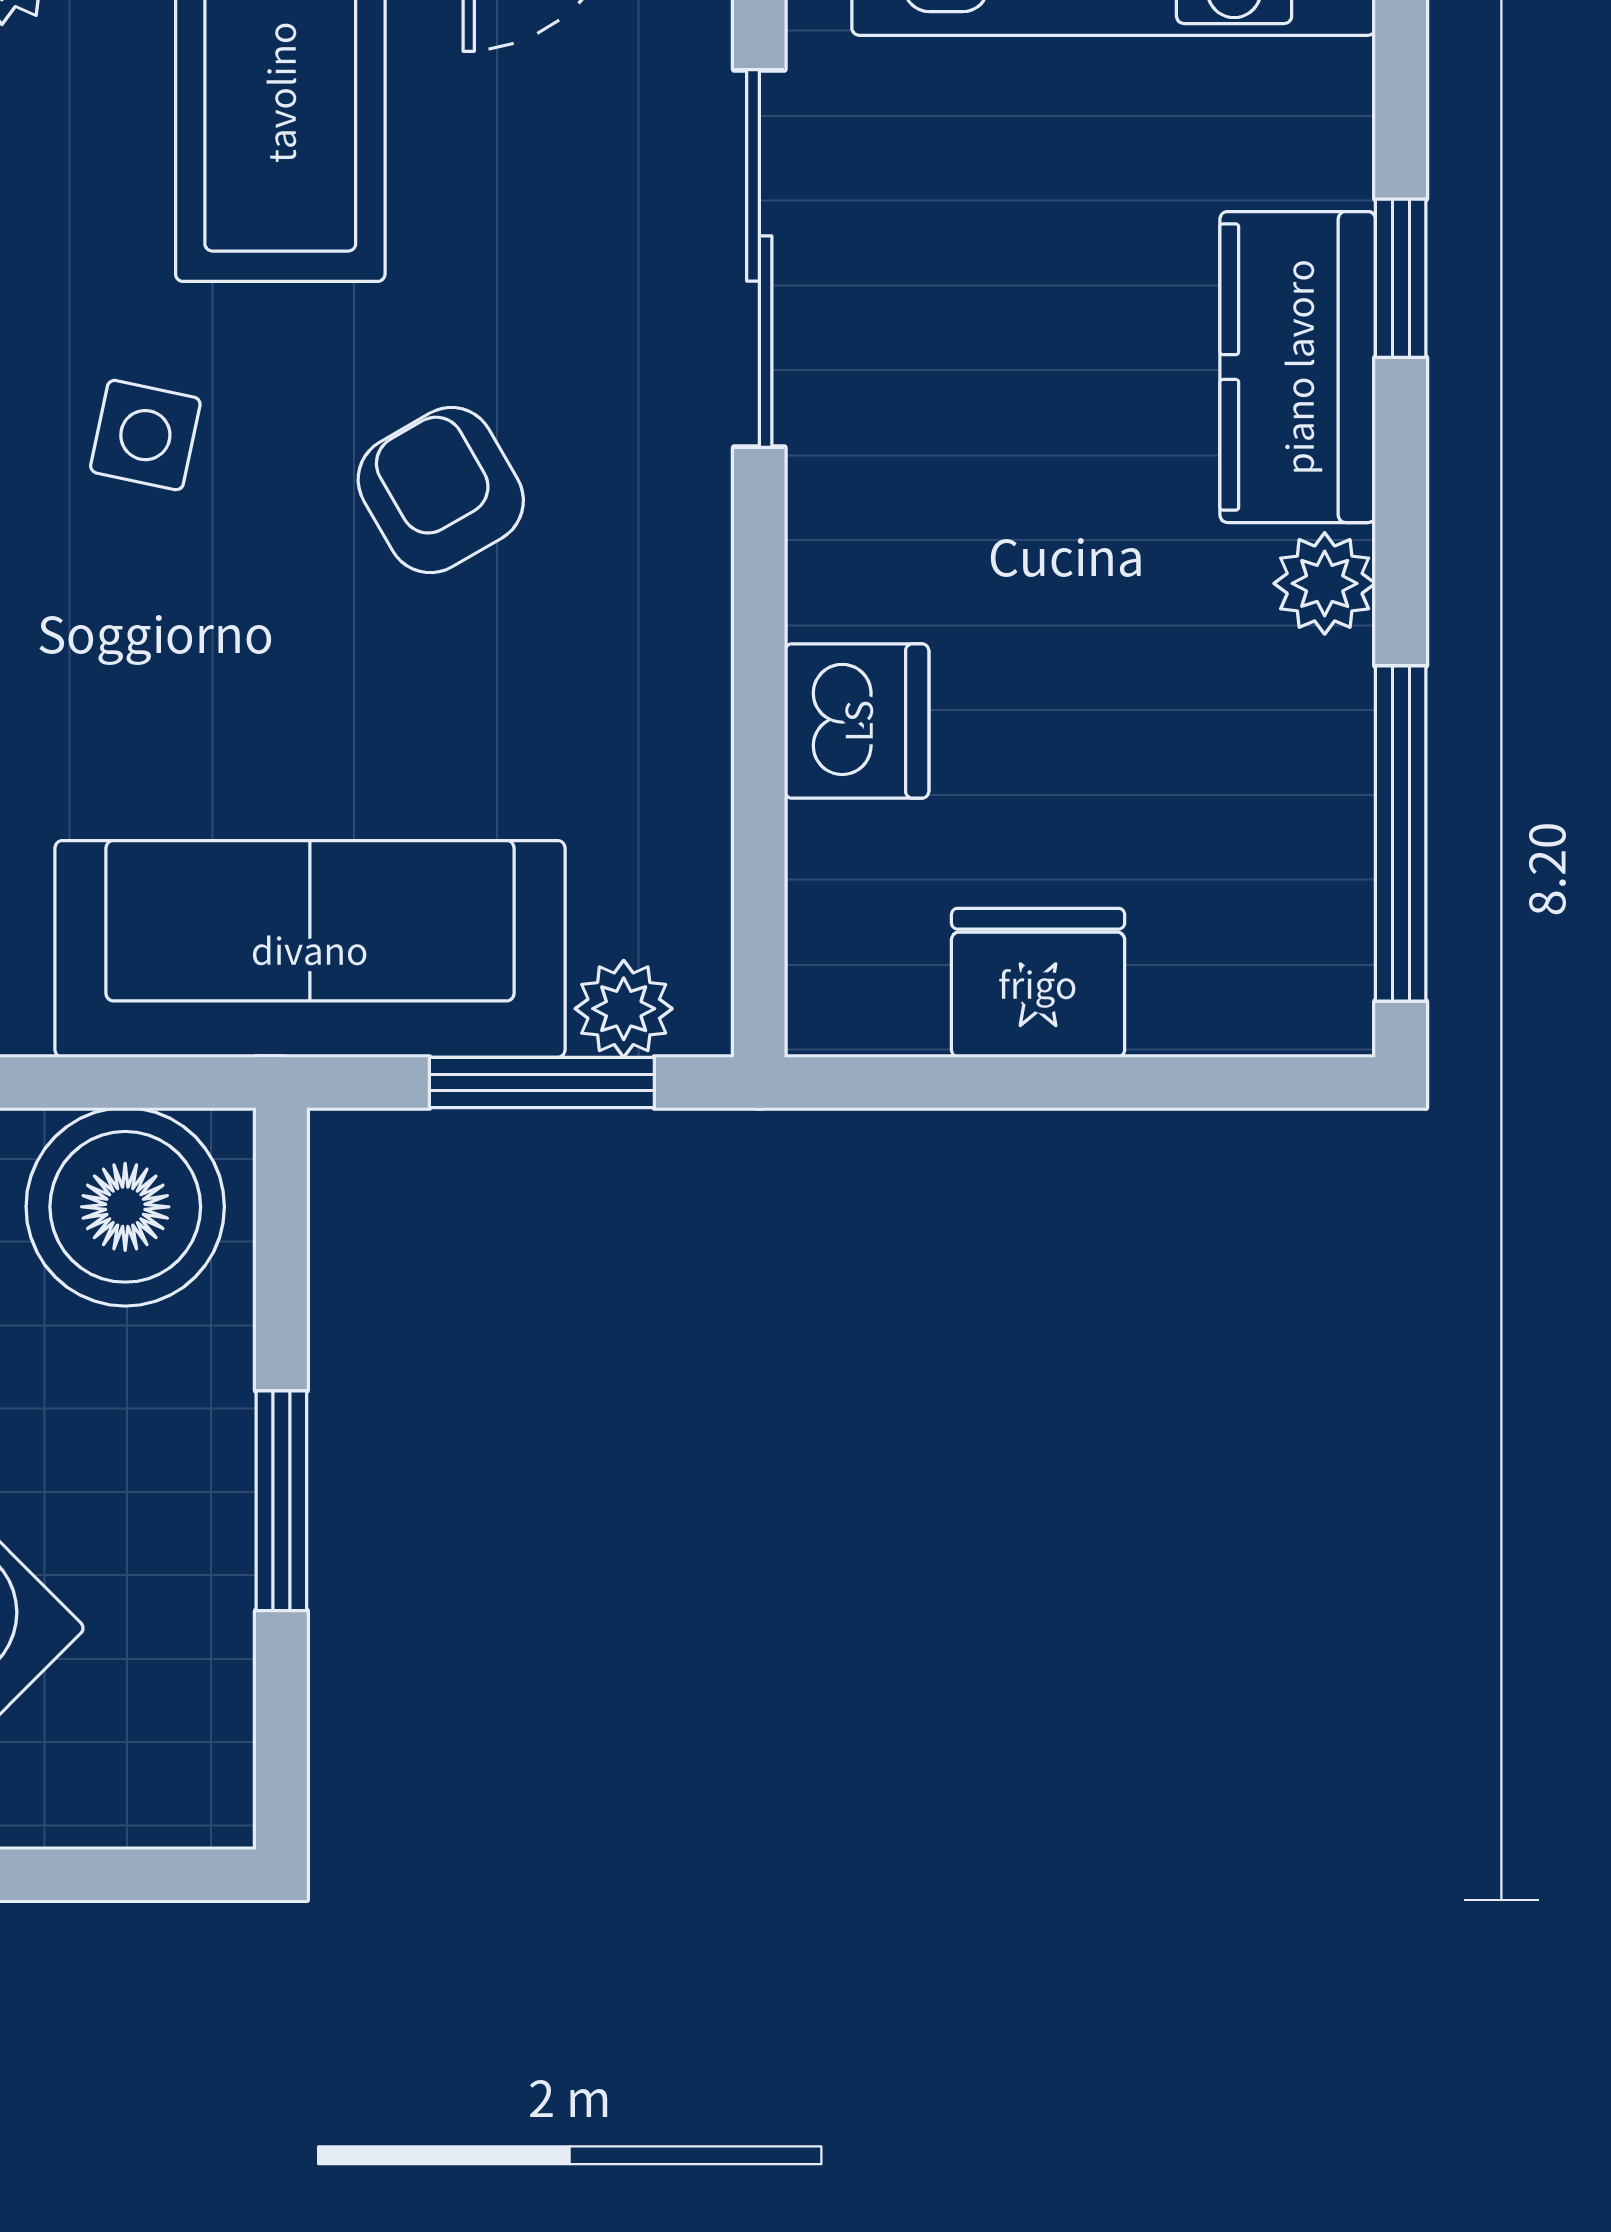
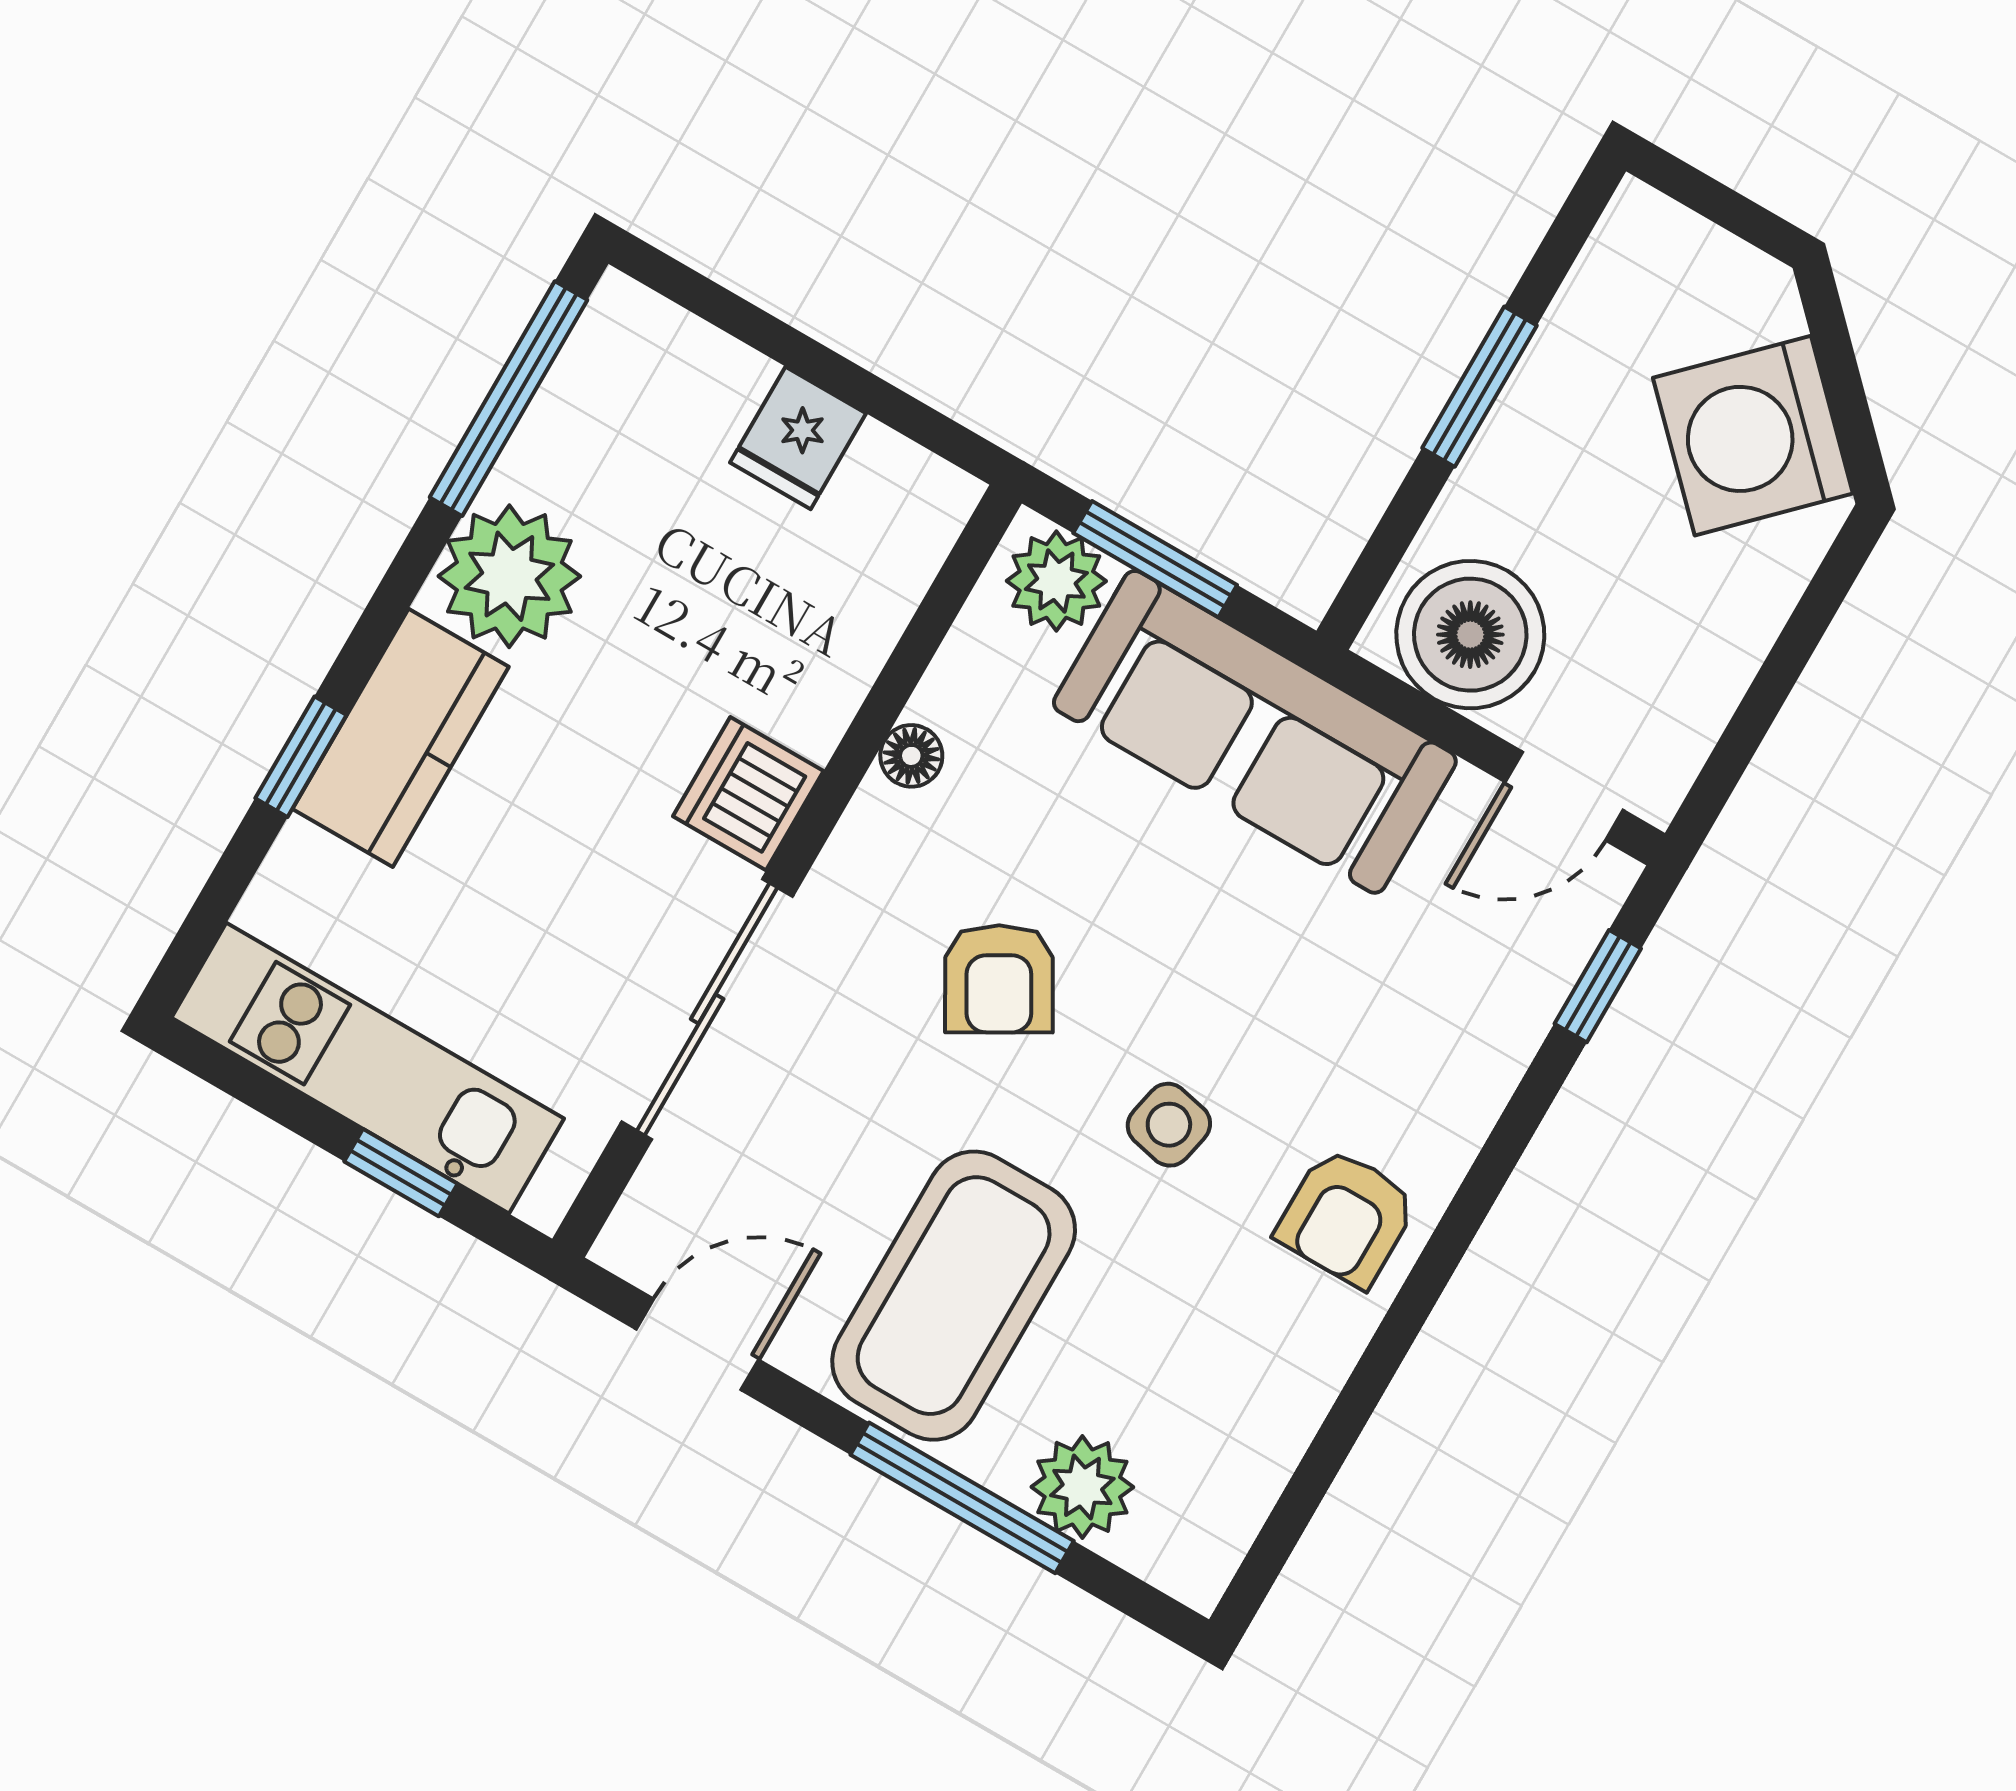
plant: (1325, 583) -> (509, 576), width x1.88, depth x1.88
floor lamp: (693, 690) -> (911, 756), added
dishwasher: (857, 721) -> (748, 794), moved
fridge: (1038, 983) -> (798, 438), width x0.72
plant: (624, 1009) -> (1056, 581), width x1.38, depth x1.38

